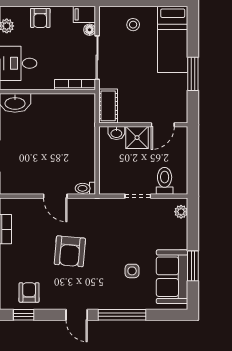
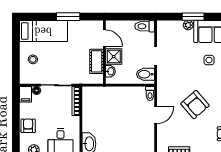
armchair: (40, 18) -> (28, 126), turned -90
cot: (108, 106) -> (97, 61), moved, turned 90
toilet: (165, 181) -> (145, 26), moved
bidet: (112, 182) -> (145, 74), added
plant: (181, 212) -> (188, 25), moved
armchair: (70, 251) -> (195, 105), turned 44
window: (193, 266) -> (193, 17), moved

